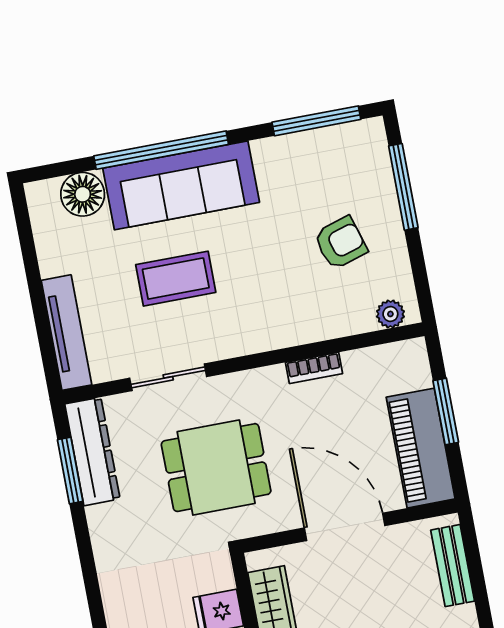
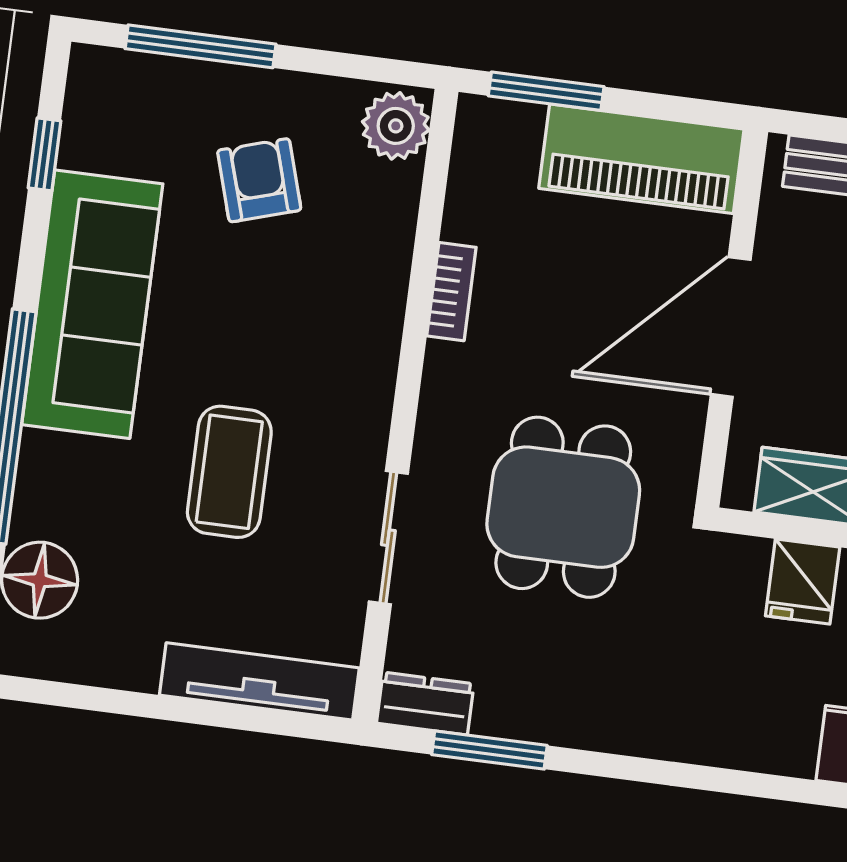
window: (316, 121) -> (45, 154), width x0.46
sofa: (181, 185) -> (92, 304), moved
plant: (390, 314) -> (396, 126), width x1.38, depth x1.38
window: (446, 412) -> (546, 91), moved
dresser: (92, 451) -> (425, 704), width x0.51, depth x0.80

